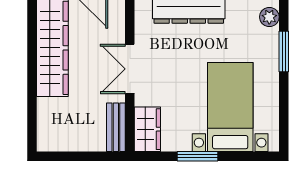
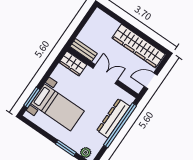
window: (198, 156) -> (32, 97), moved

